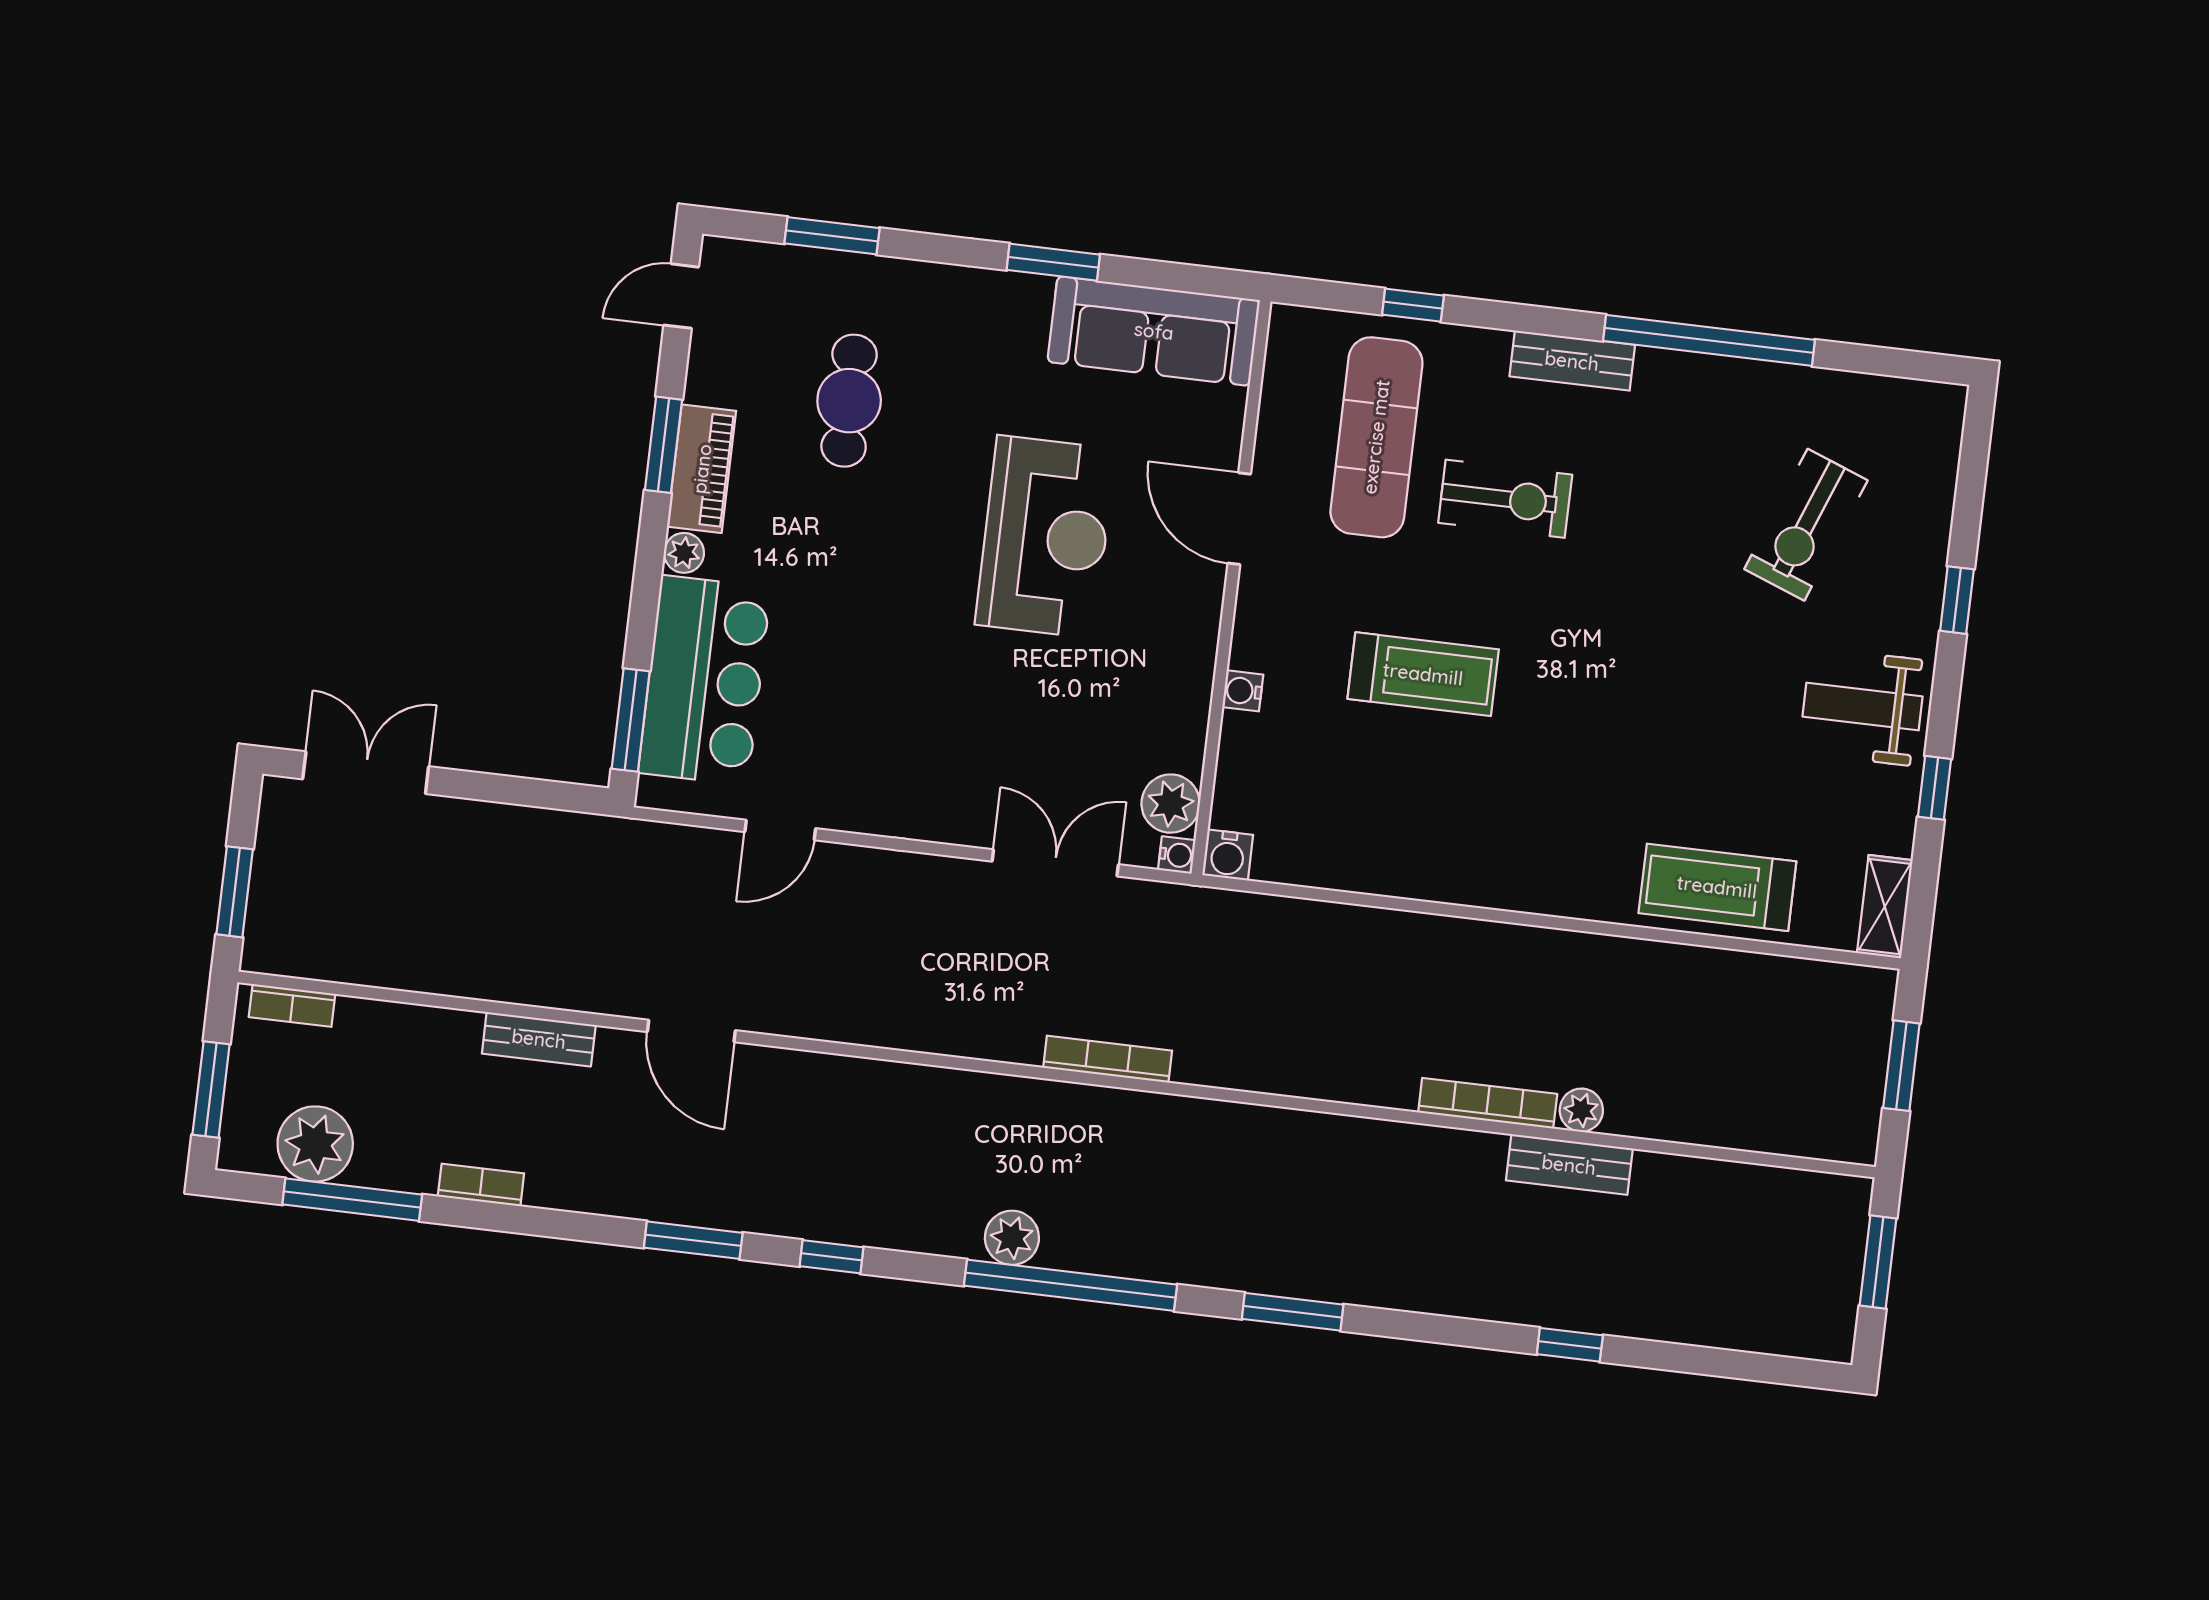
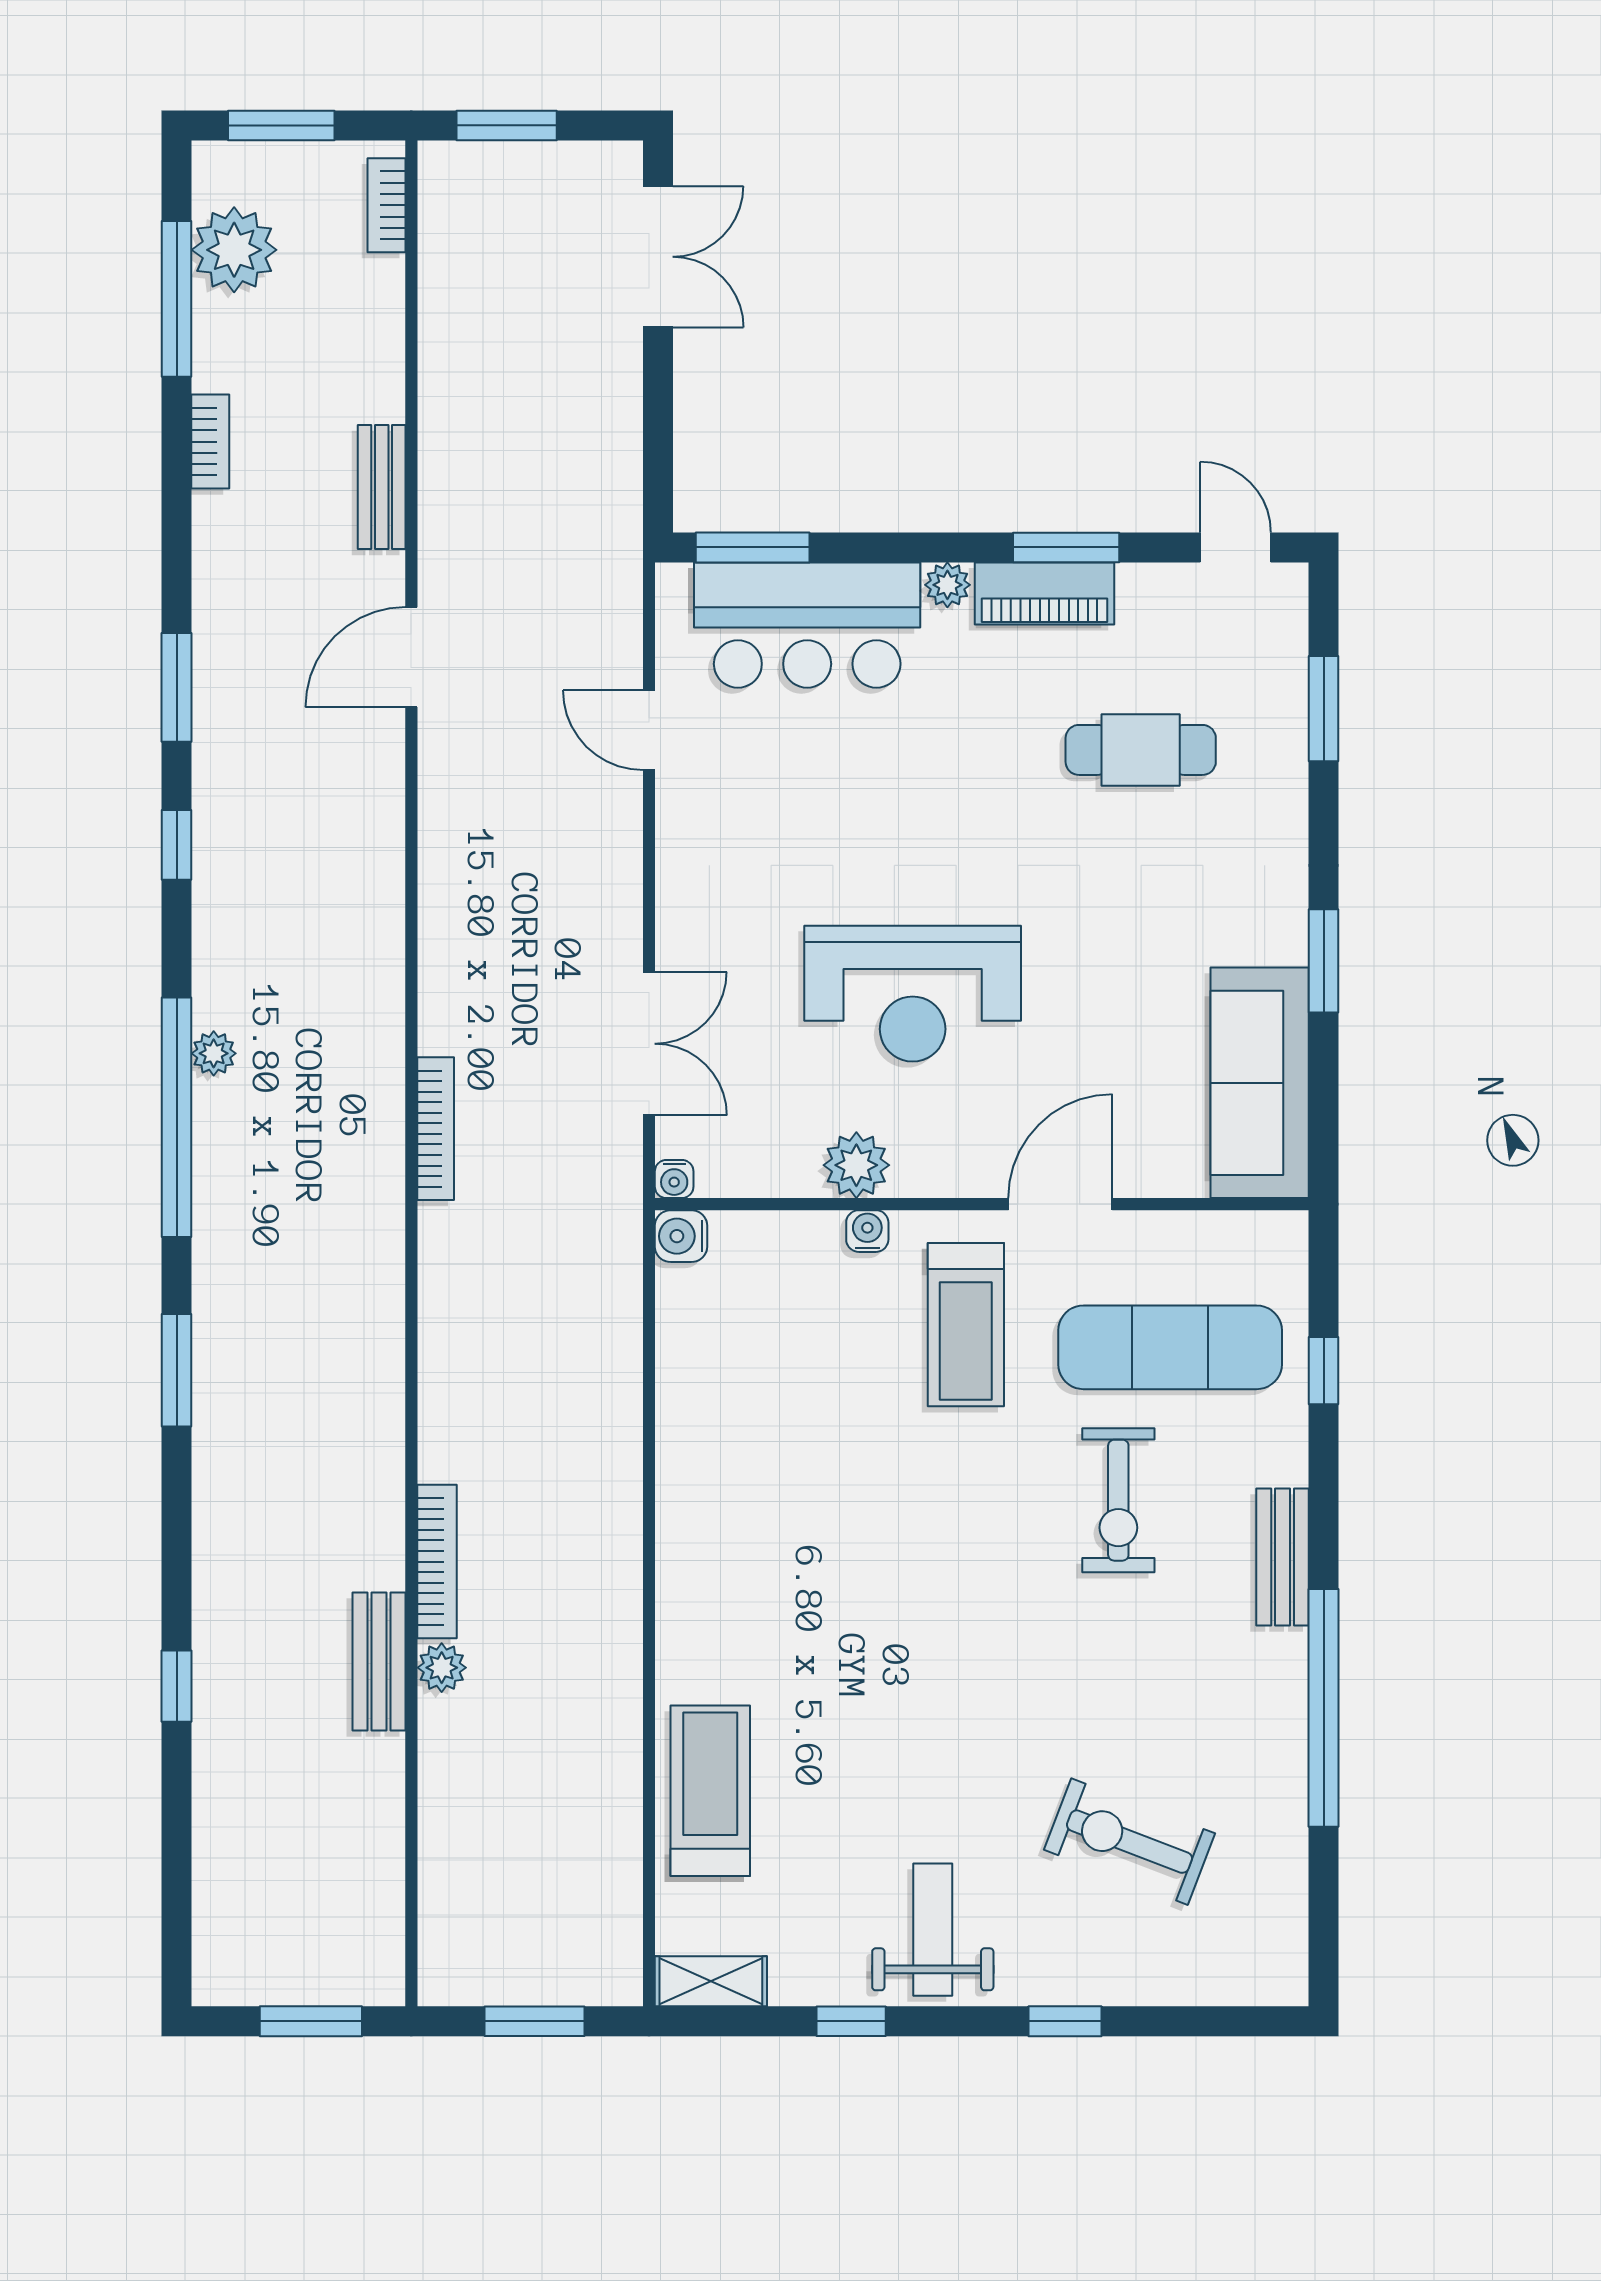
reception desk: (1045, 537) -> (913, 994), moved
treadmill: (1423, 674) -> (966, 1325), moved
plant: (1171, 804) -> (856, 1165), moved
plant: (1012, 1238) -> (214, 1053), width x0.73, depth x0.73

